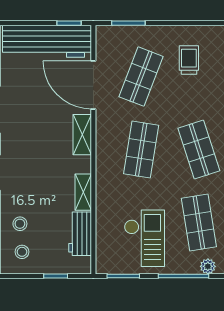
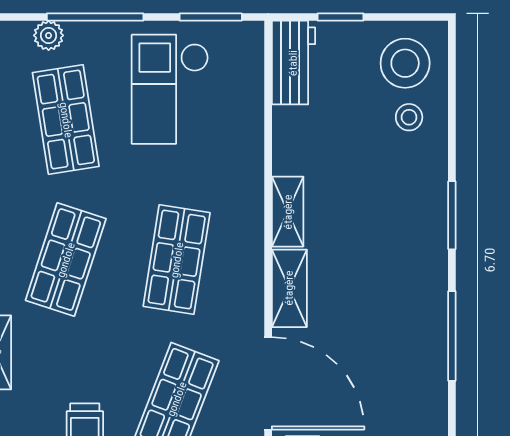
shop shelf: (199, 150) -> (66, 260), turned 36
shelving: (83, 192) -> (288, 212), moved
workbench: (80, 234) -> (293, 63), moved
stool: (22, 252) -> (405, 63), width x1.89, depth x1.89

